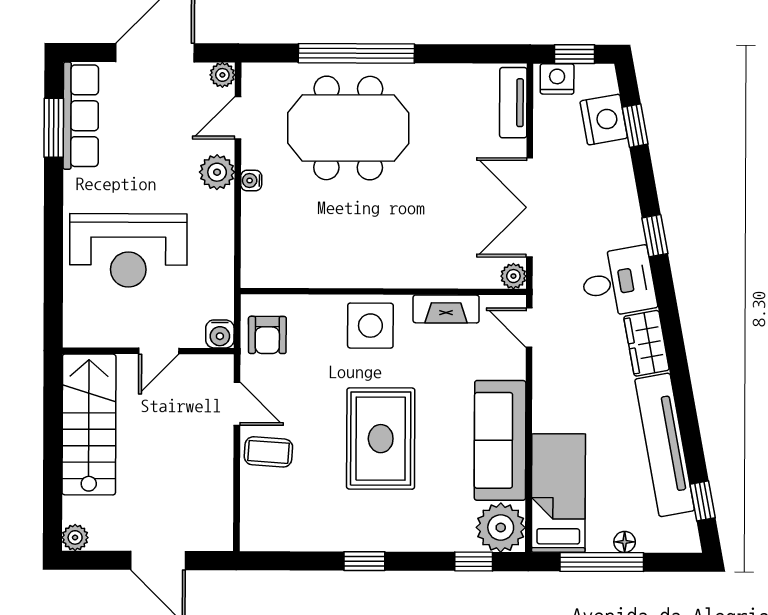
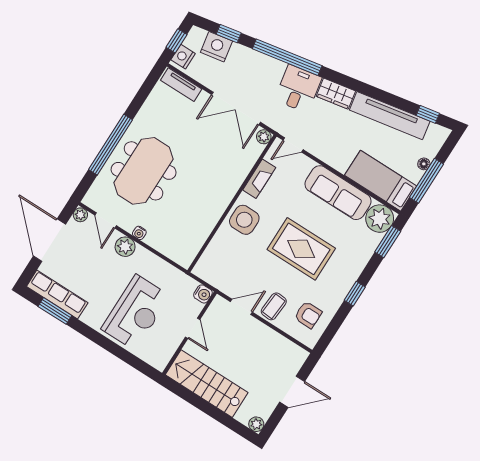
window: (655, 236) -> (287, 57), width x3.17
armchair: (267, 335) -> (308, 315), moved
window: (474, 562) -> (388, 242), width x1.50

